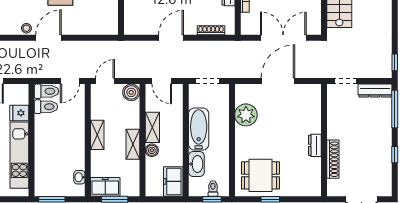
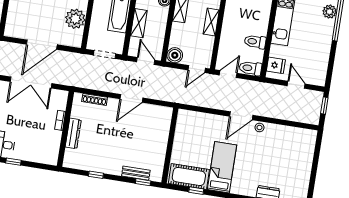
toilet: (46, 107) -> (255, 42), moved
fridge: (19, 113) -> (276, 65), moved
shelving: (152, 127) -> (139, 23), moved

